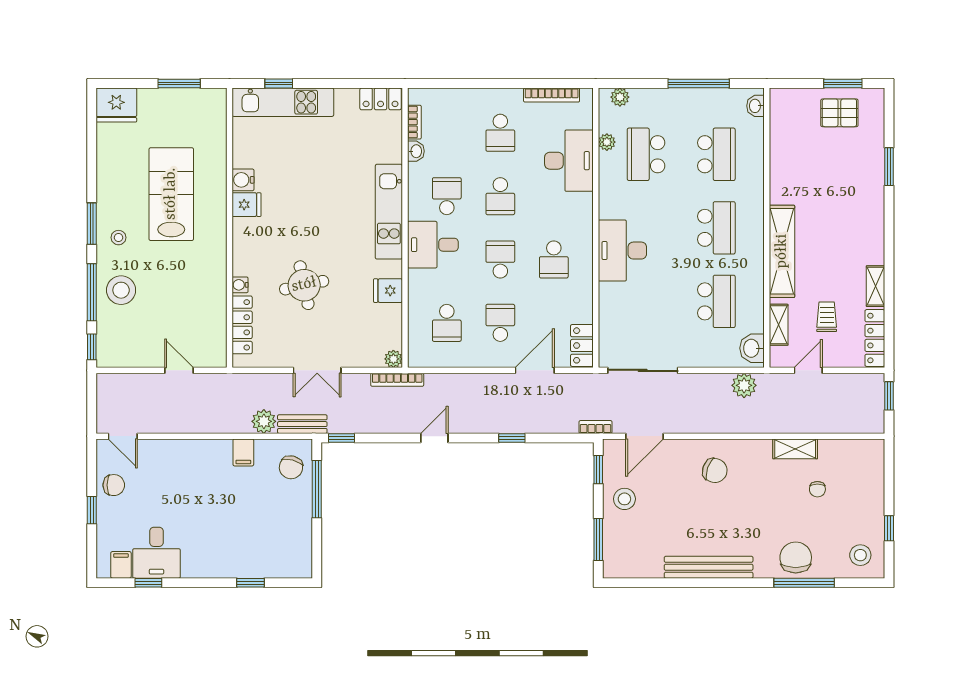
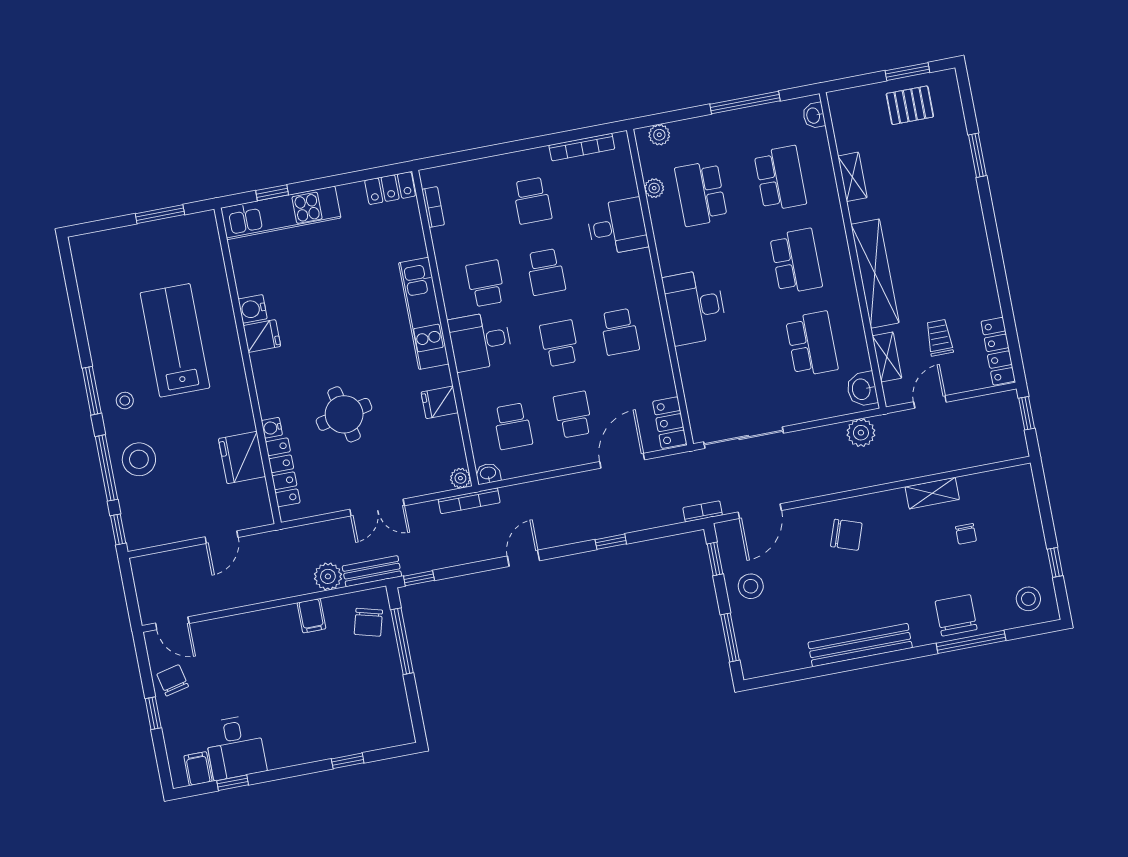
fridge: (116, 105) -> (242, 457), moved, turned 90
washbasin: (416, 151) -> (488, 474), moved, turned -90
desk: (569, 161) -> (617, 227), width x0.73
shelving: (876, 286) -> (852, 177), moved
door: (179, 370) -> (222, 537), swing flipped
chair: (114, 485) -> (173, 680), turned -103

